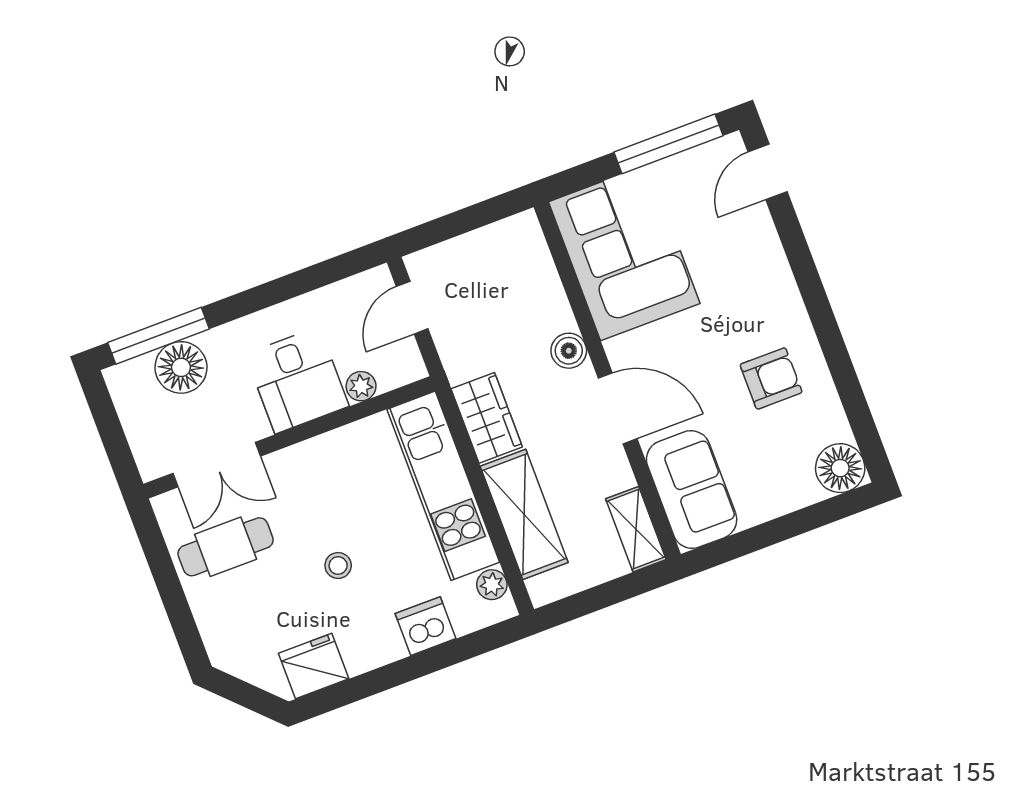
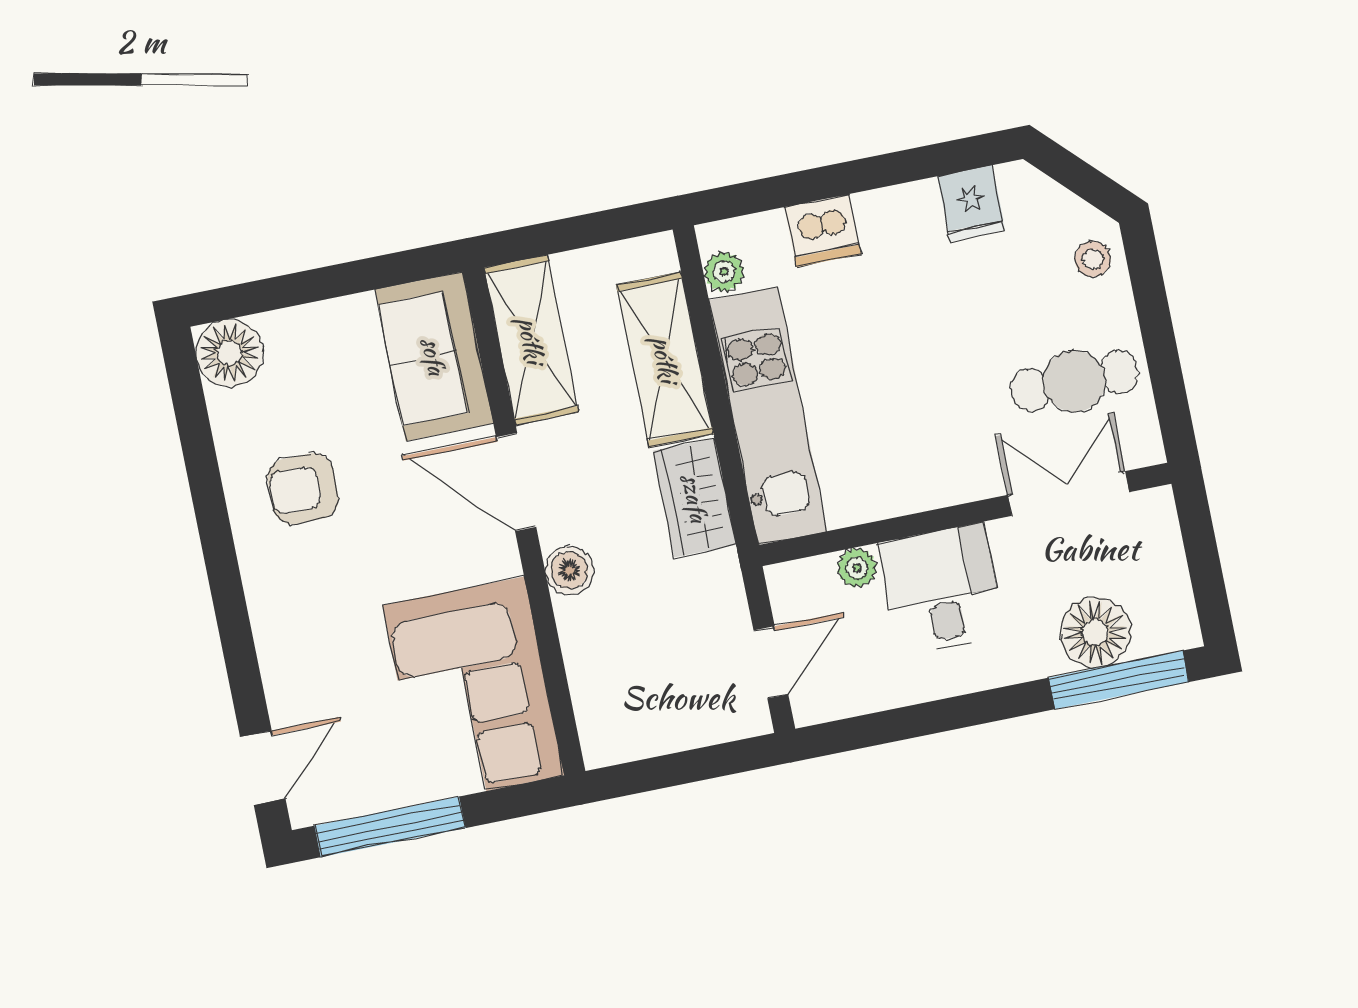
shelving: (636, 529) -> (531, 340), width x1.50, depth x1.33
stool: (338, 566) -> (1093, 259), moved
fridge: (314, 666) -> (971, 203), width x0.72

